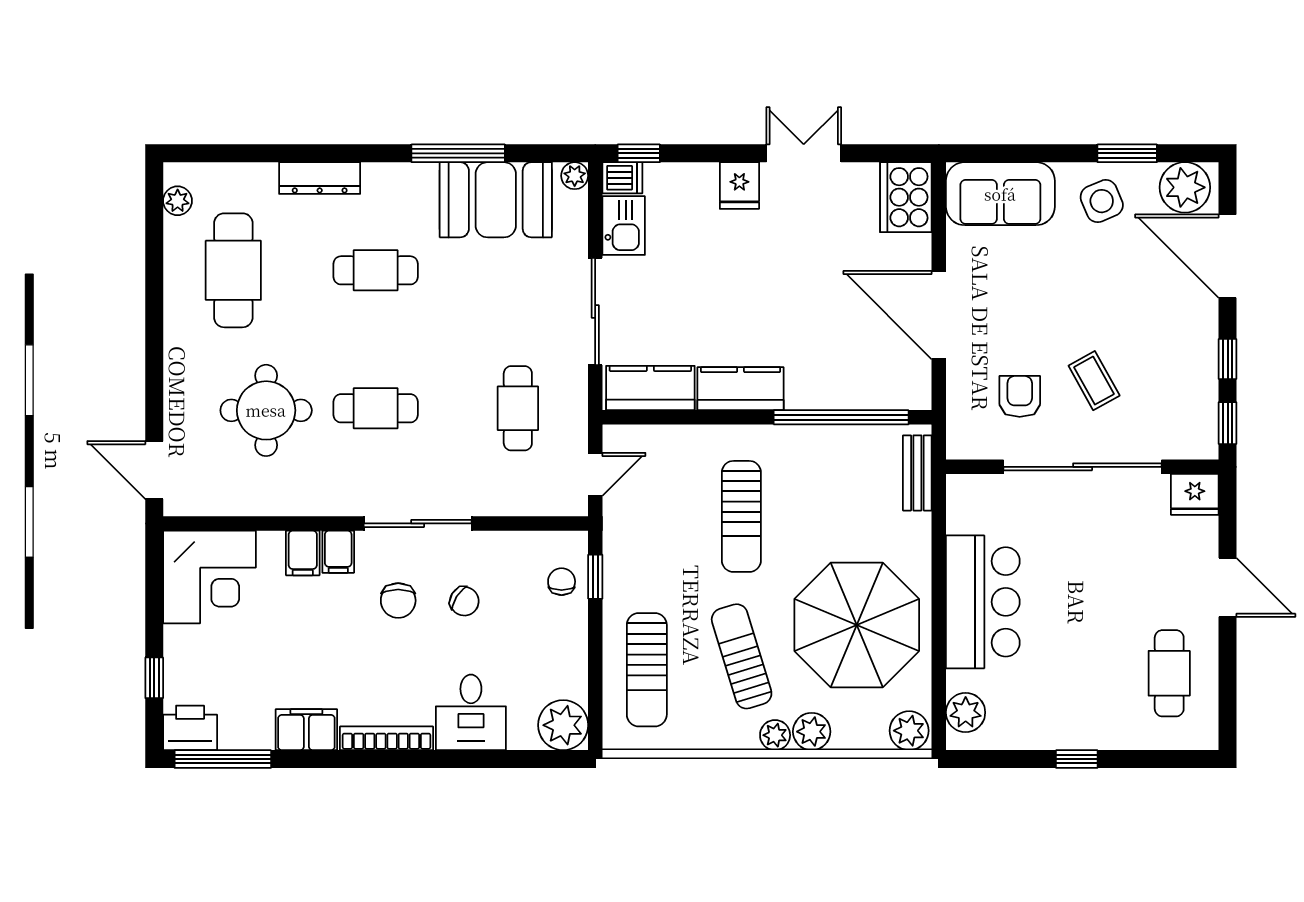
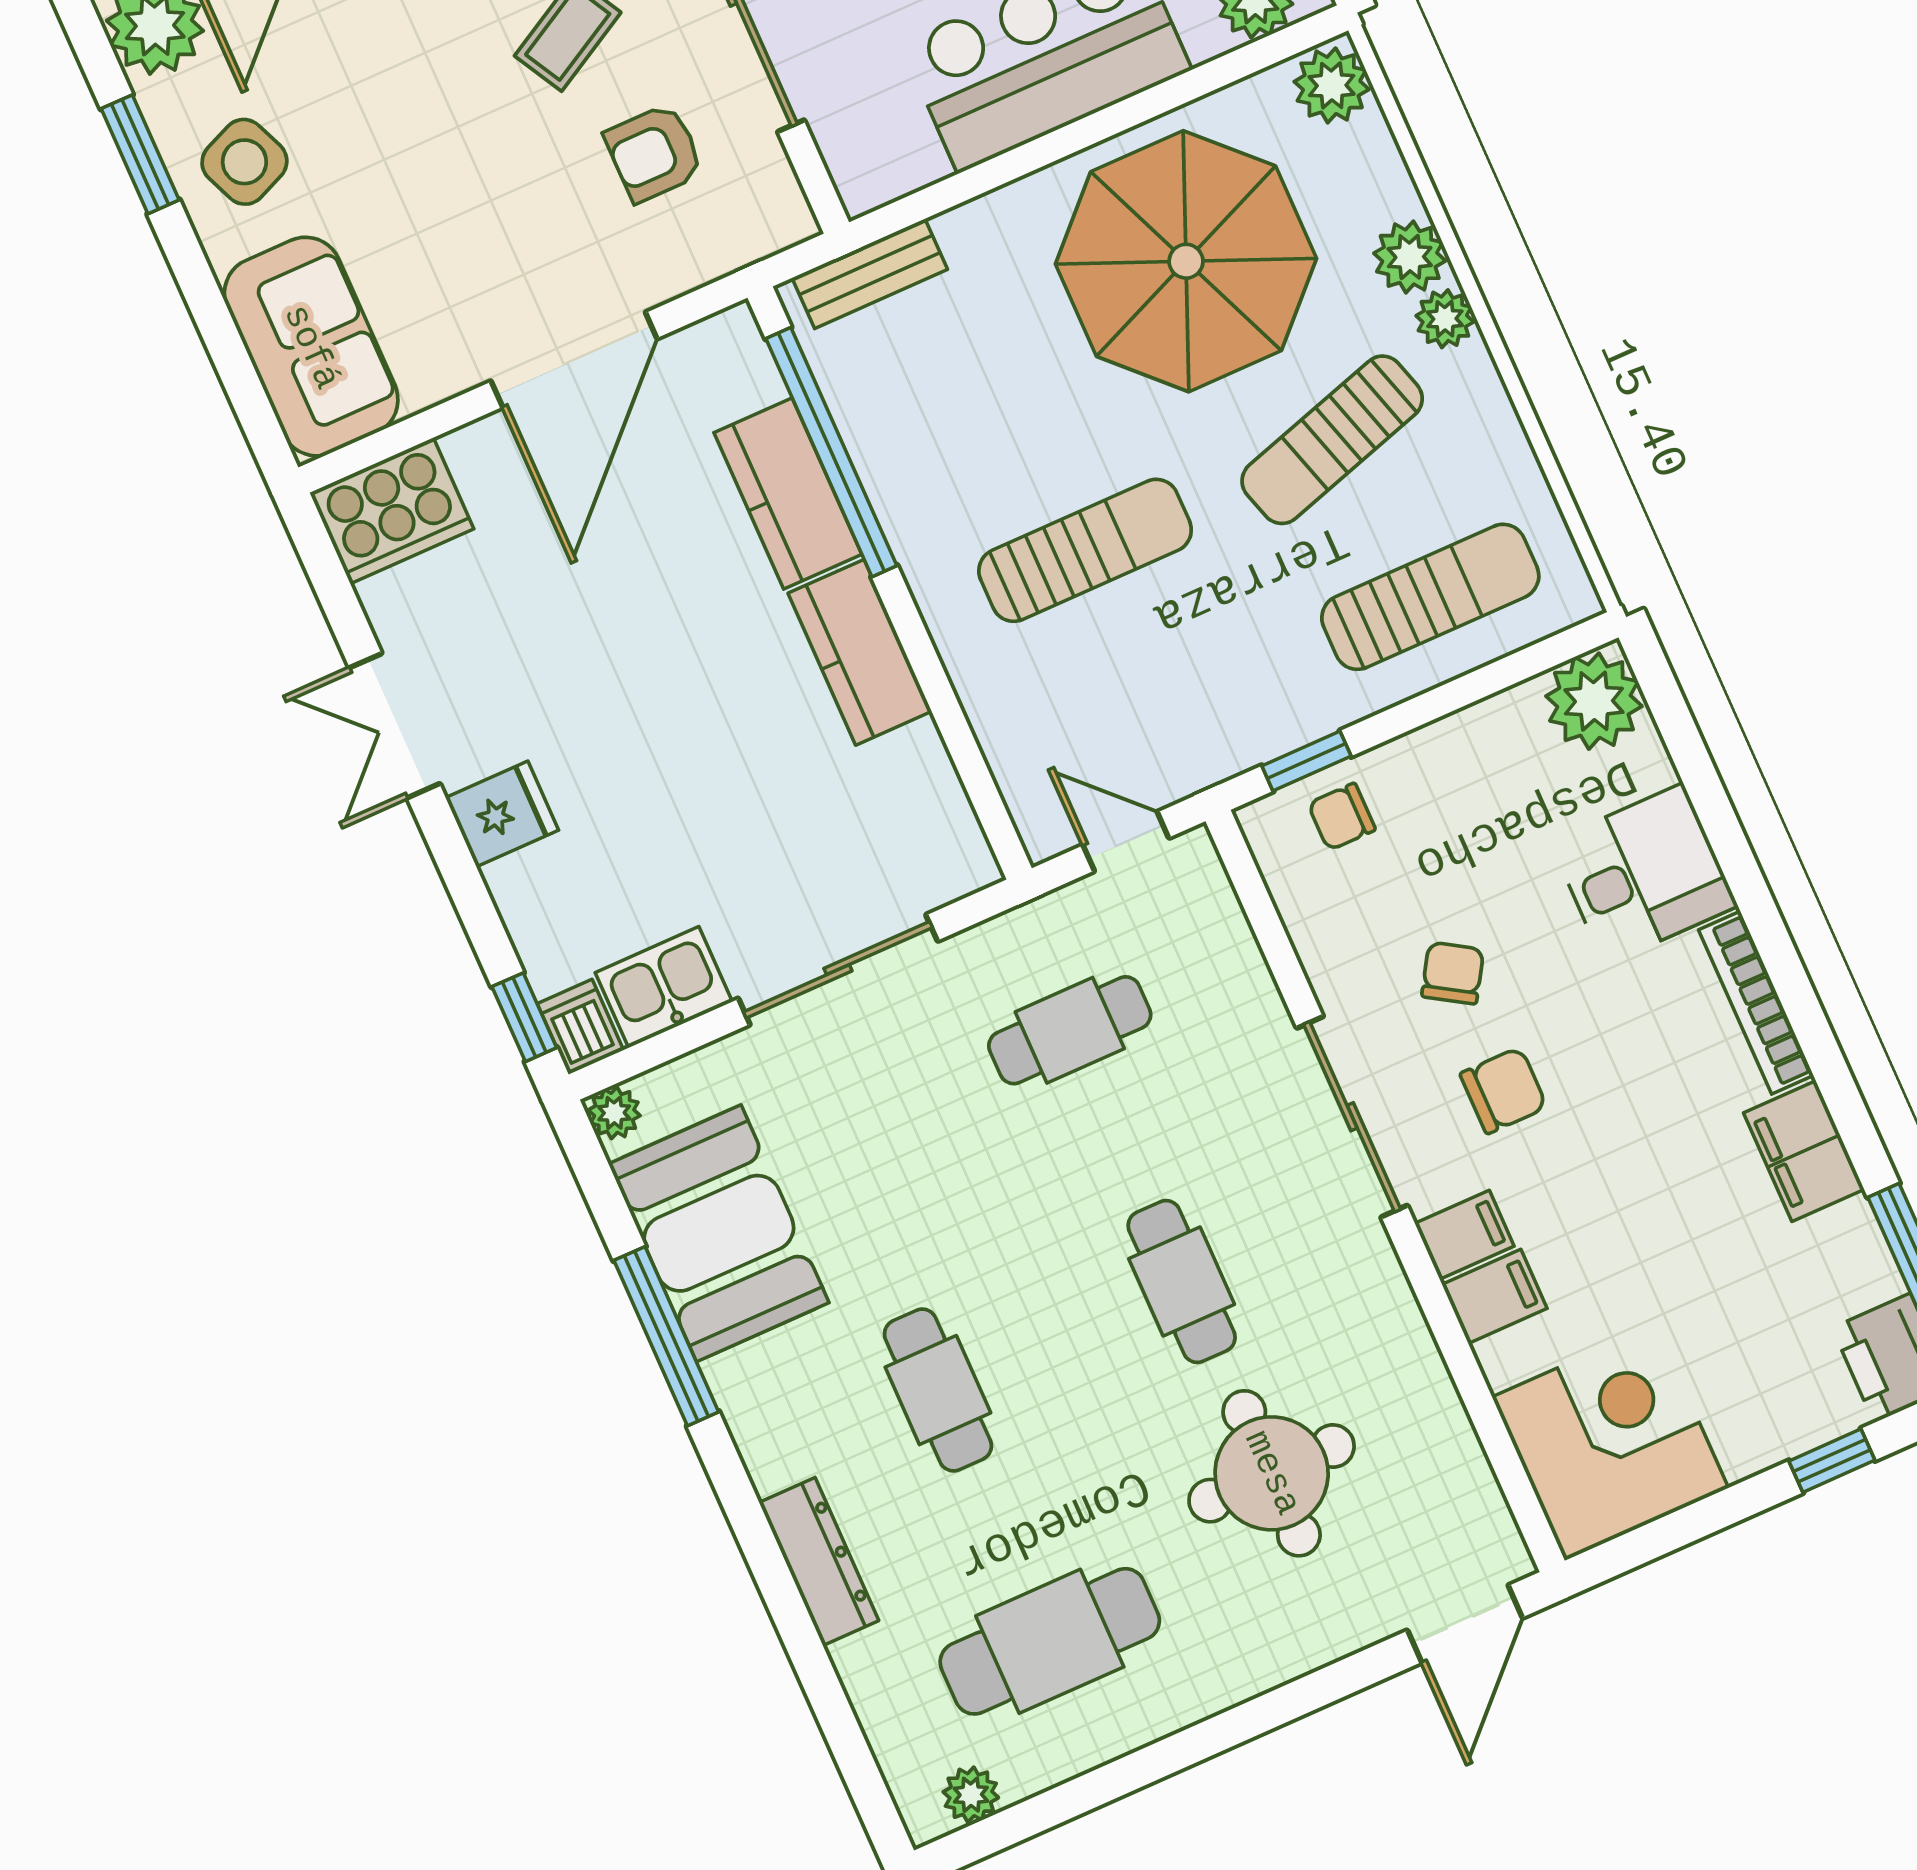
kitchen counter: (650, 388) -> (788, 493), moved

